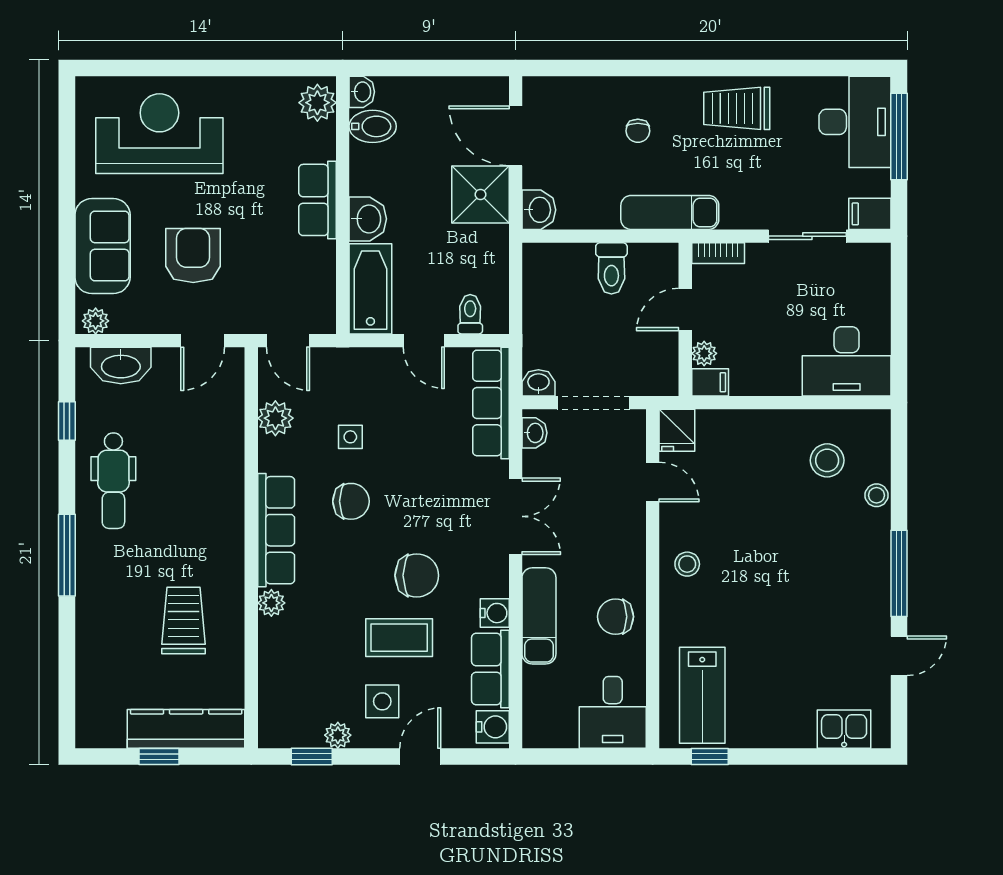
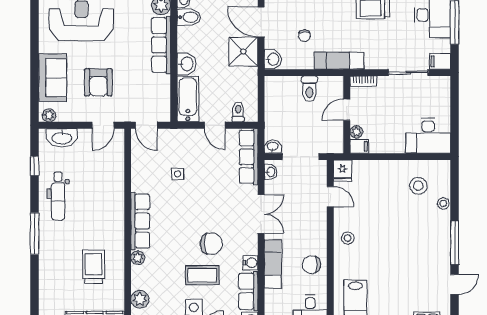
chair: (638, 131) -> (304, 36), moved
row of seats: (318, 200) -> (161, 45), width x1.48
armchair: (193, 255) -> (98, 82), turned 180
plant: (275, 418) -> (140, 299), moved
chair: (351, 501) -> (178, 206), removed

